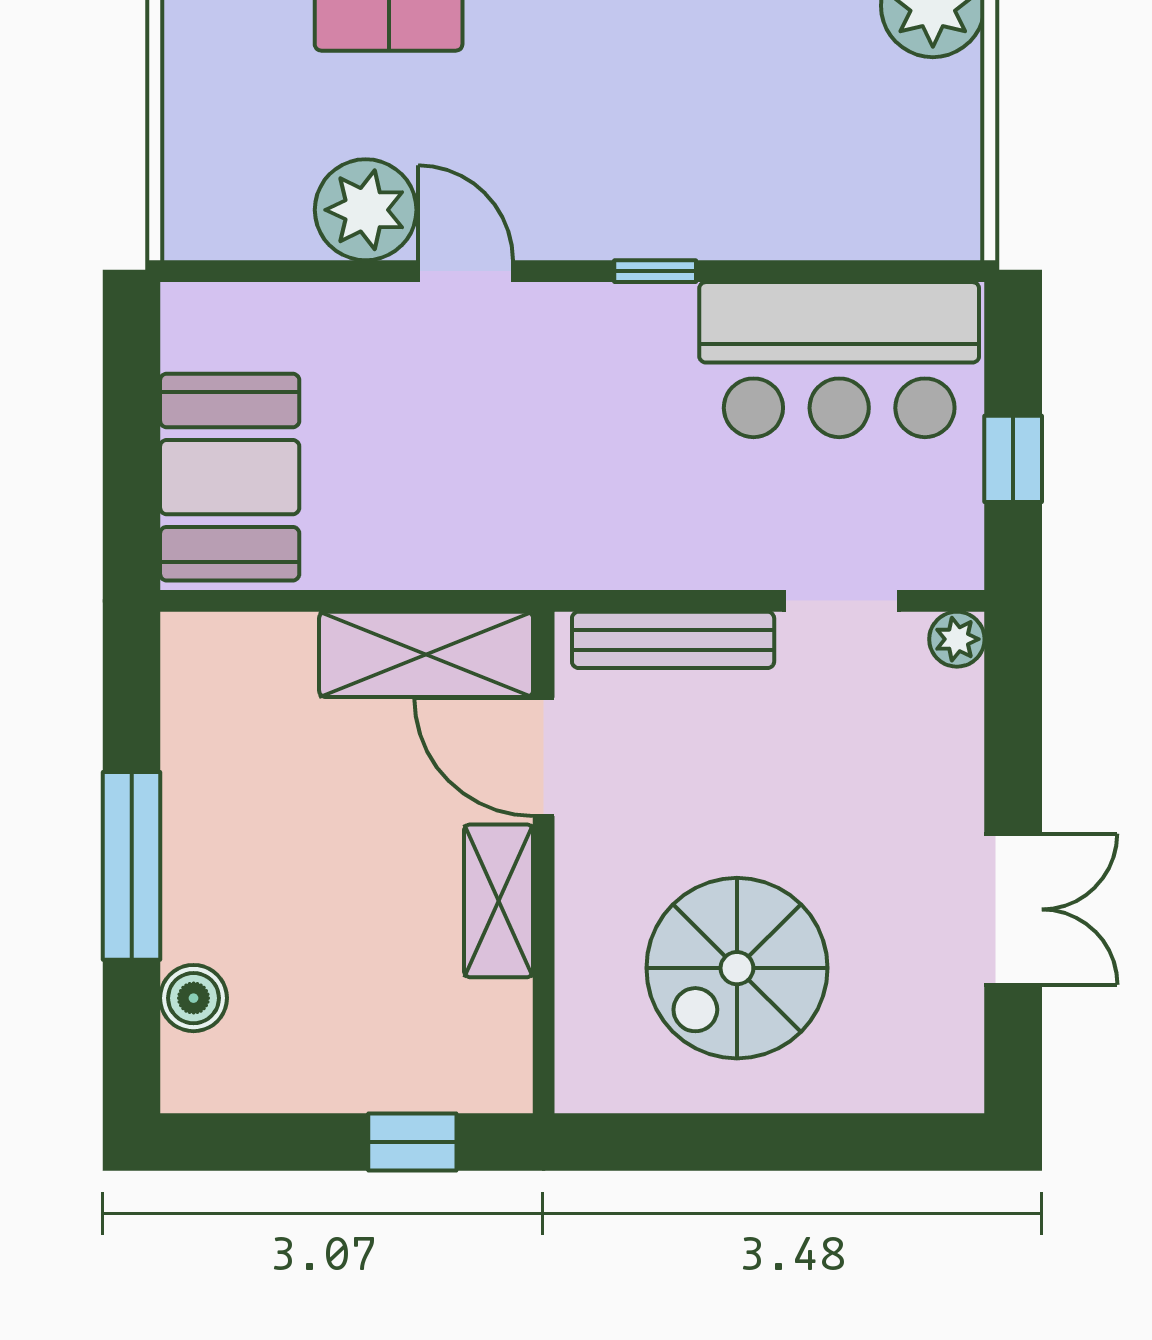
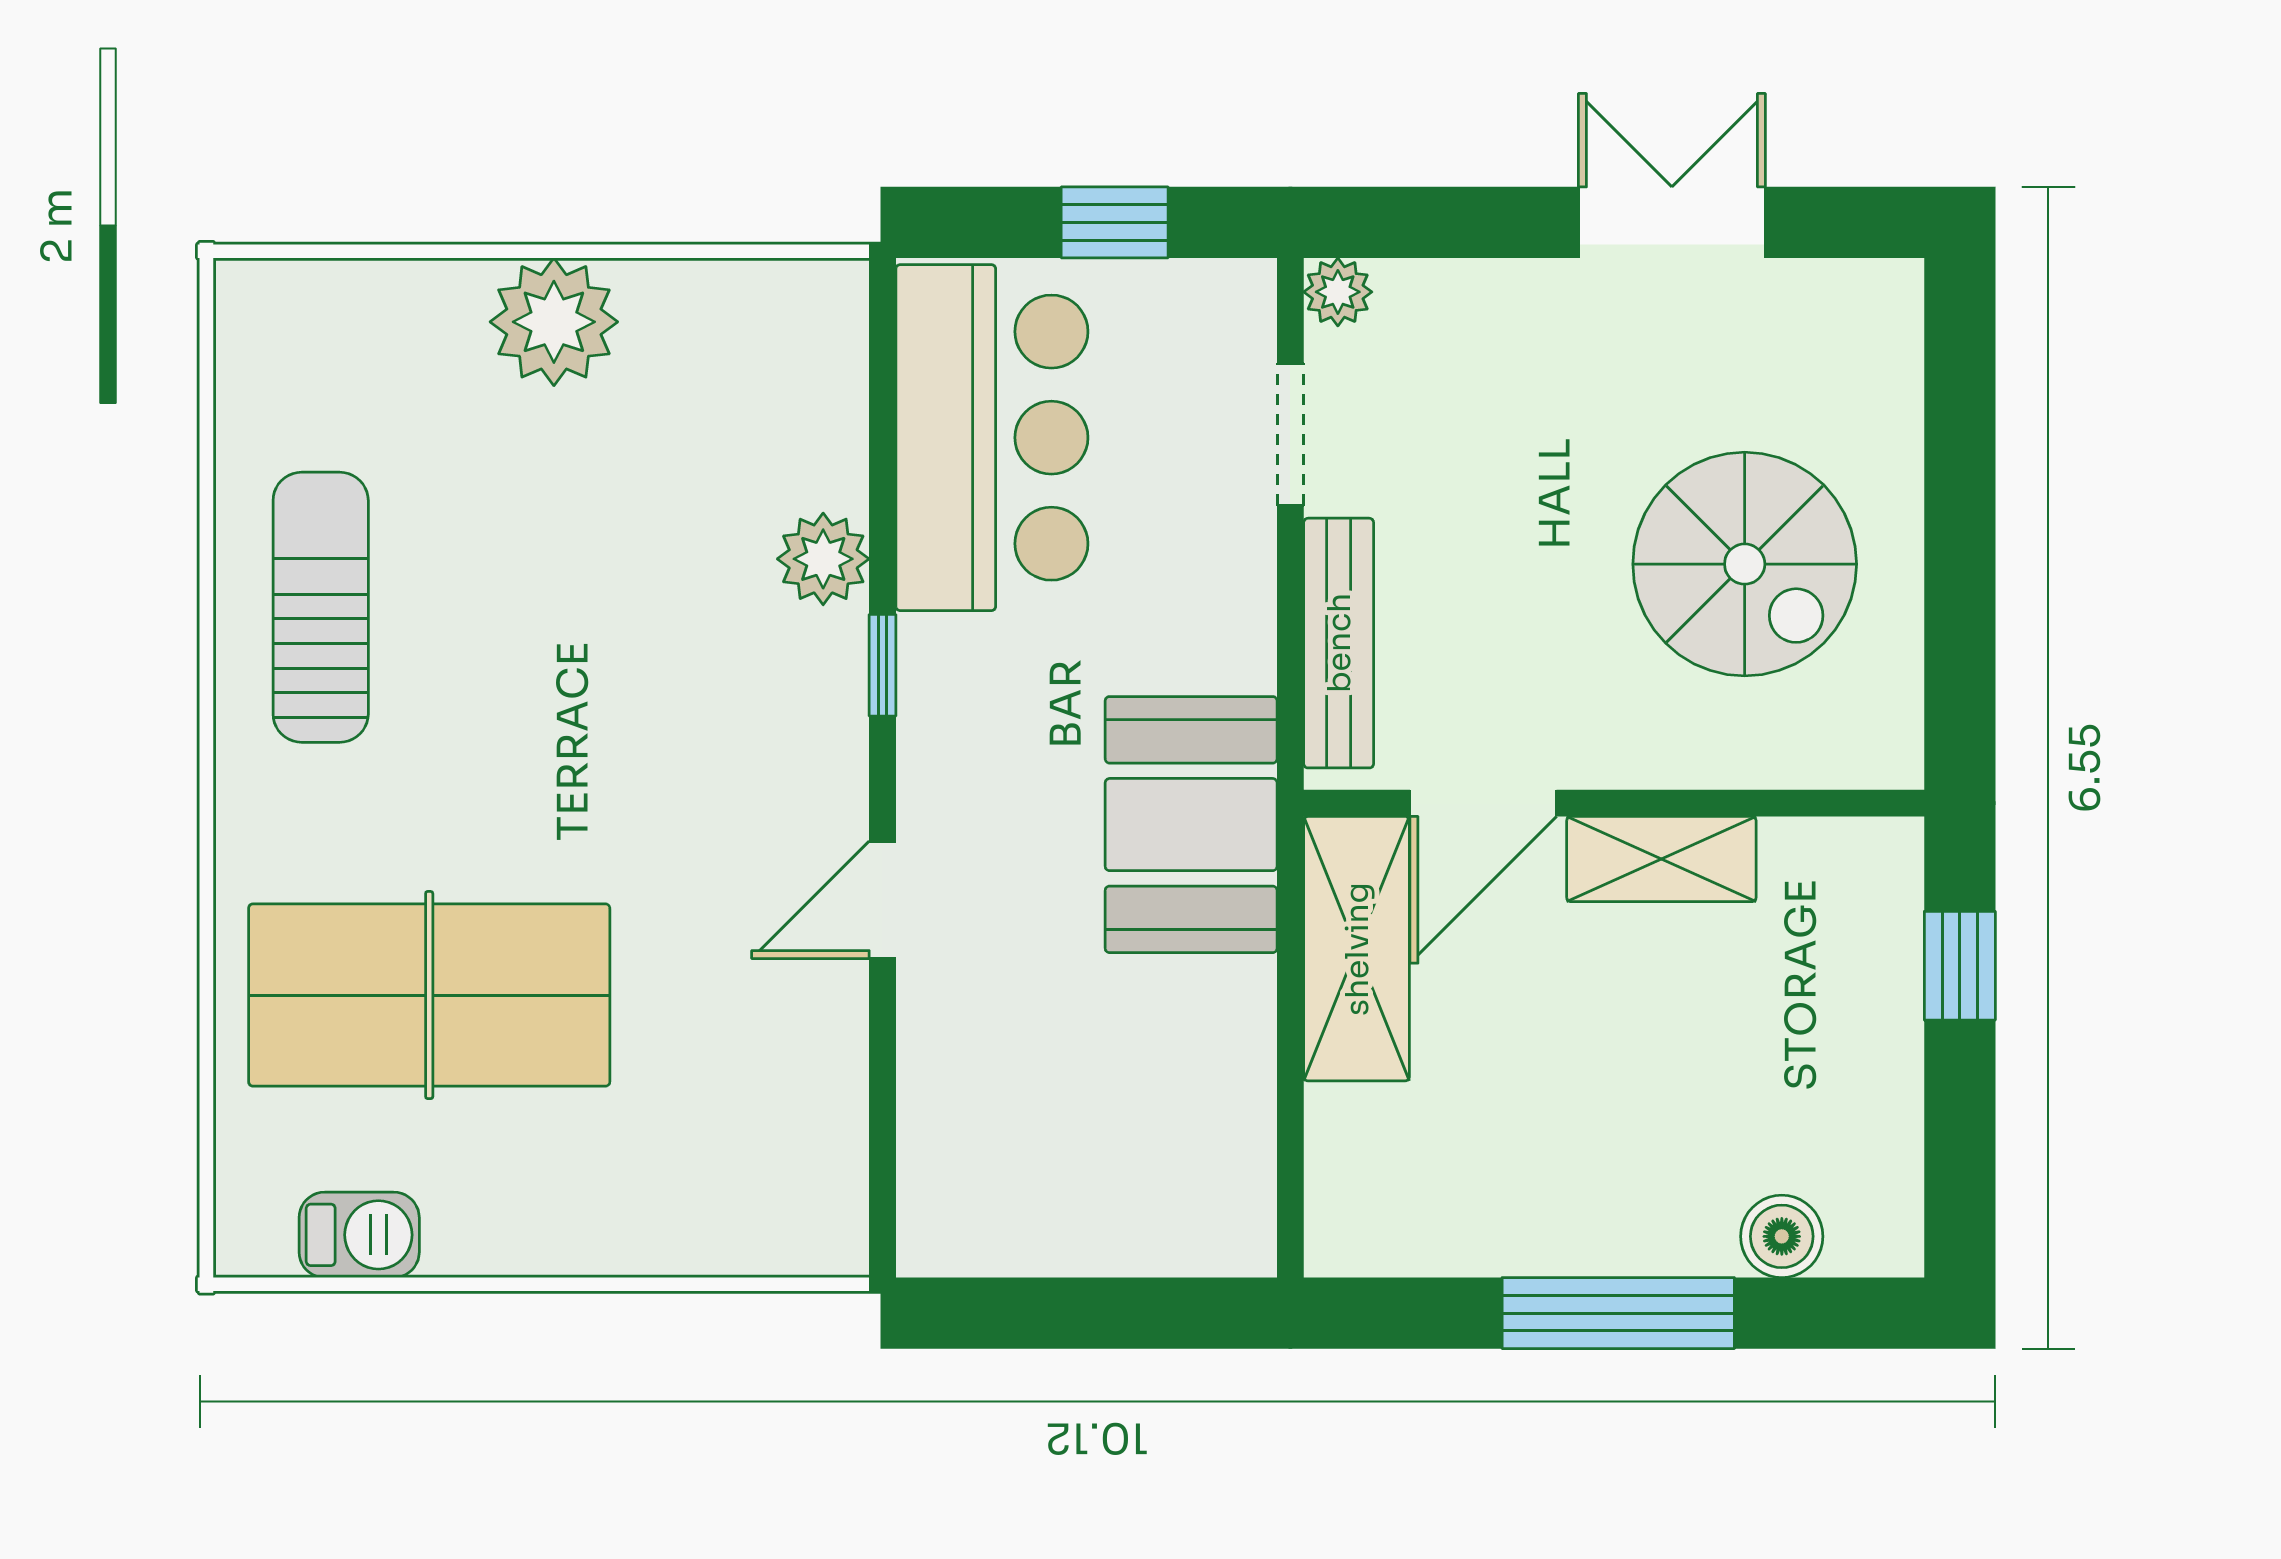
plant: (366, 210) -> (823, 559), moved, width x0.73, depth x0.73
booth: (230, 477) -> (1191, 825), moved, turned 90

